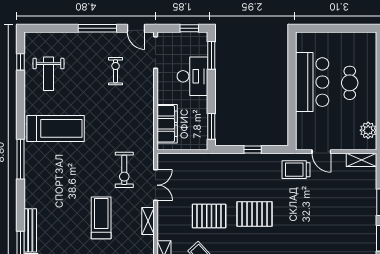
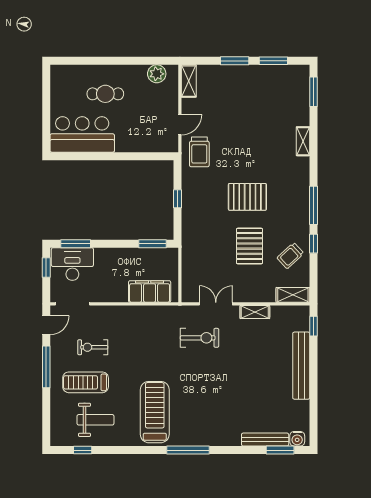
desk: (192, 76) -> (72, 264), moved
bar counter: (312, 82) -> (82, 134), moved
pallet: (255, 214) -> (247, 197), turned 90
treadmill: (101, 218) -> (86, 382), moved

